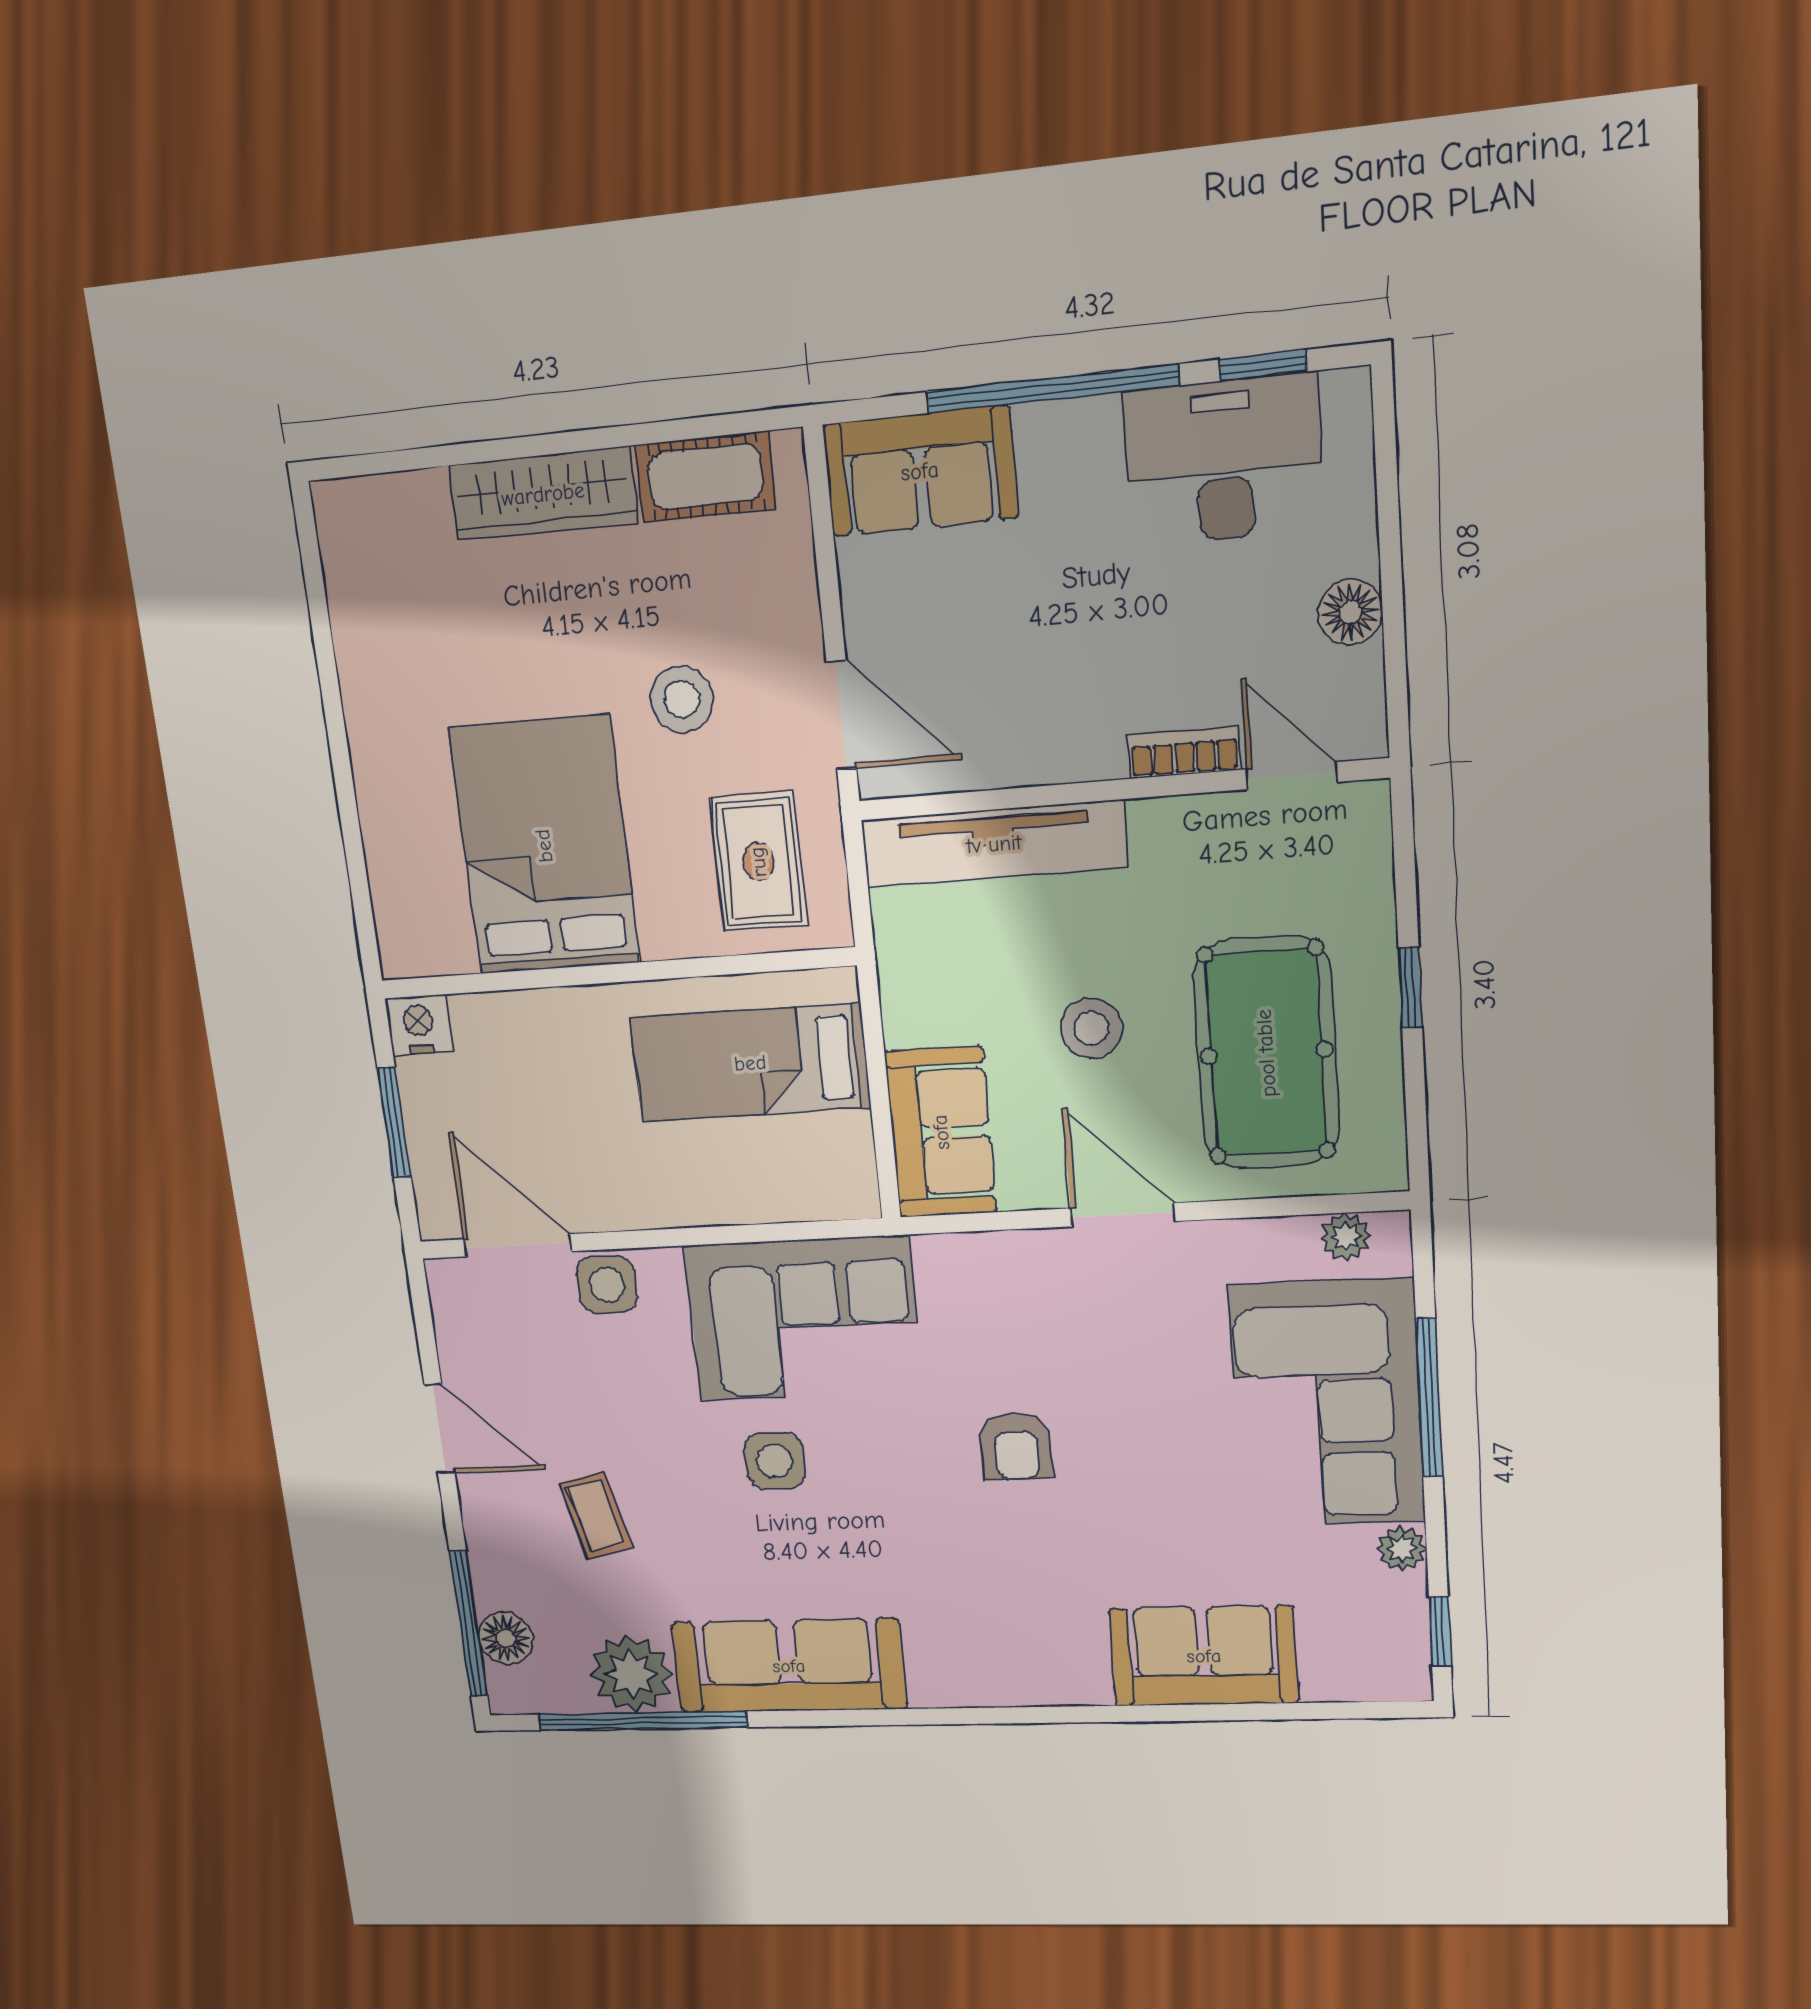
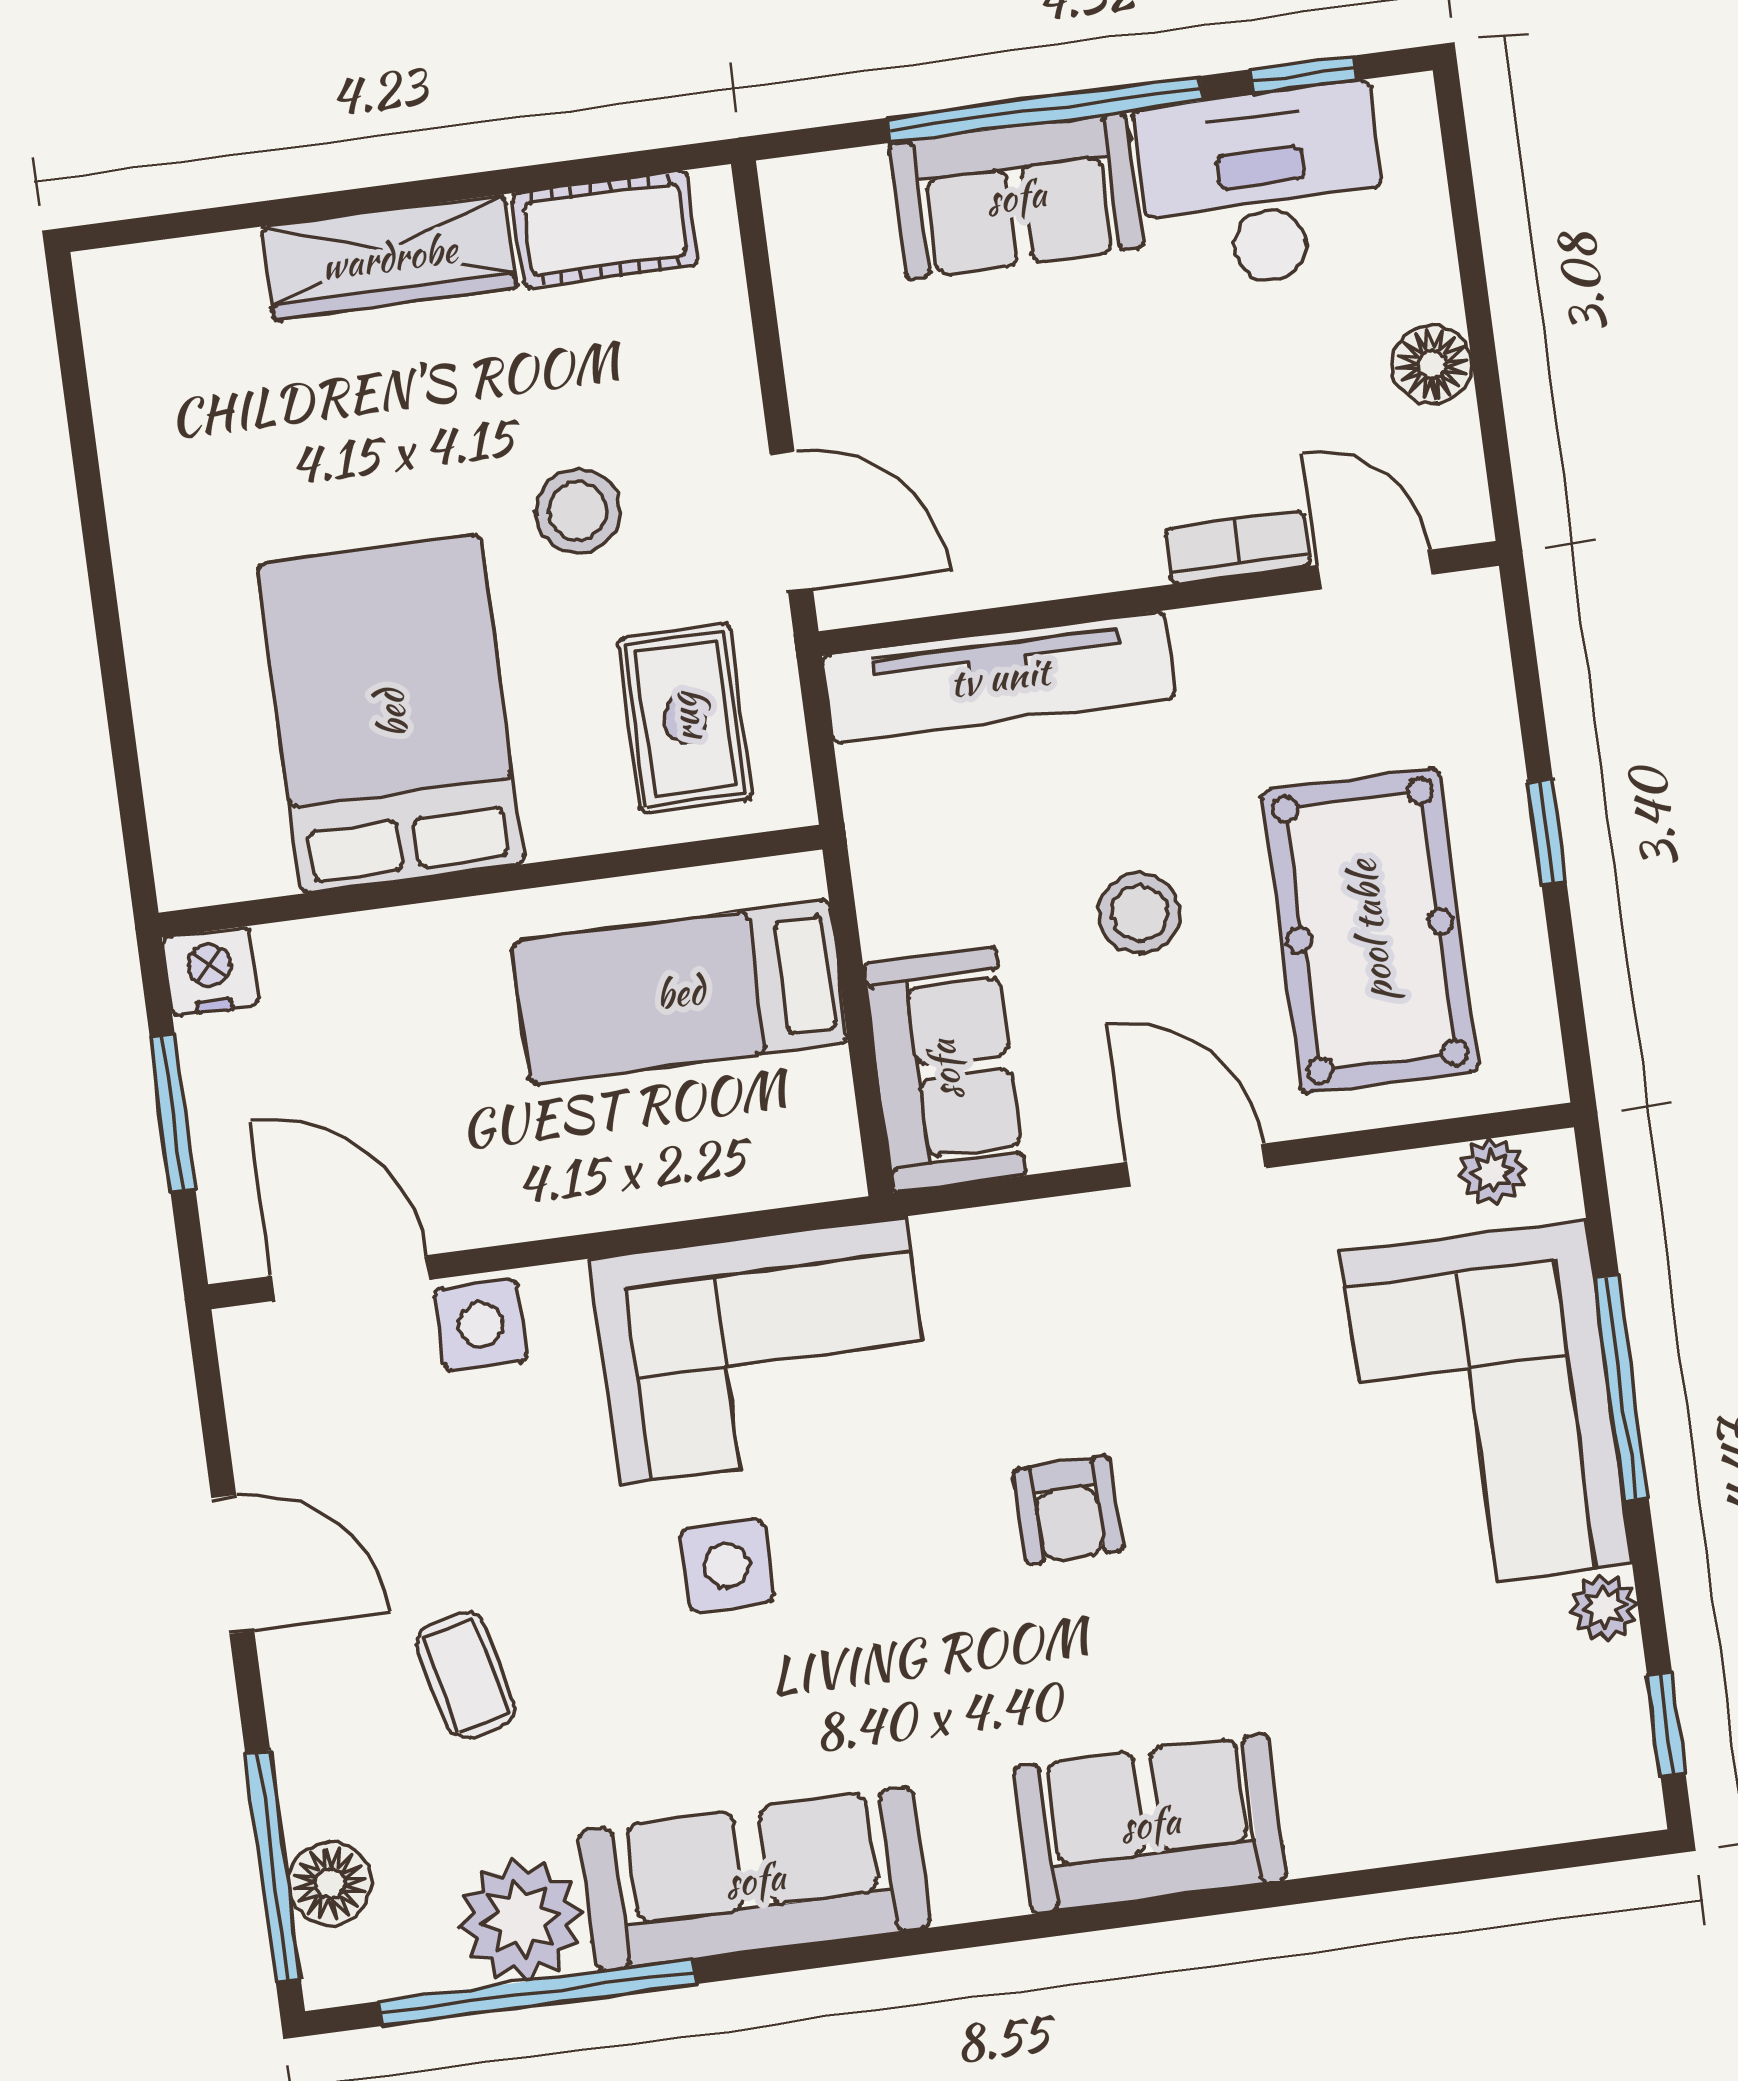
sofa: (920, 471) -> (1016, 196), moved
sofa: (1204, 1656) -> (1150, 1823), moved

